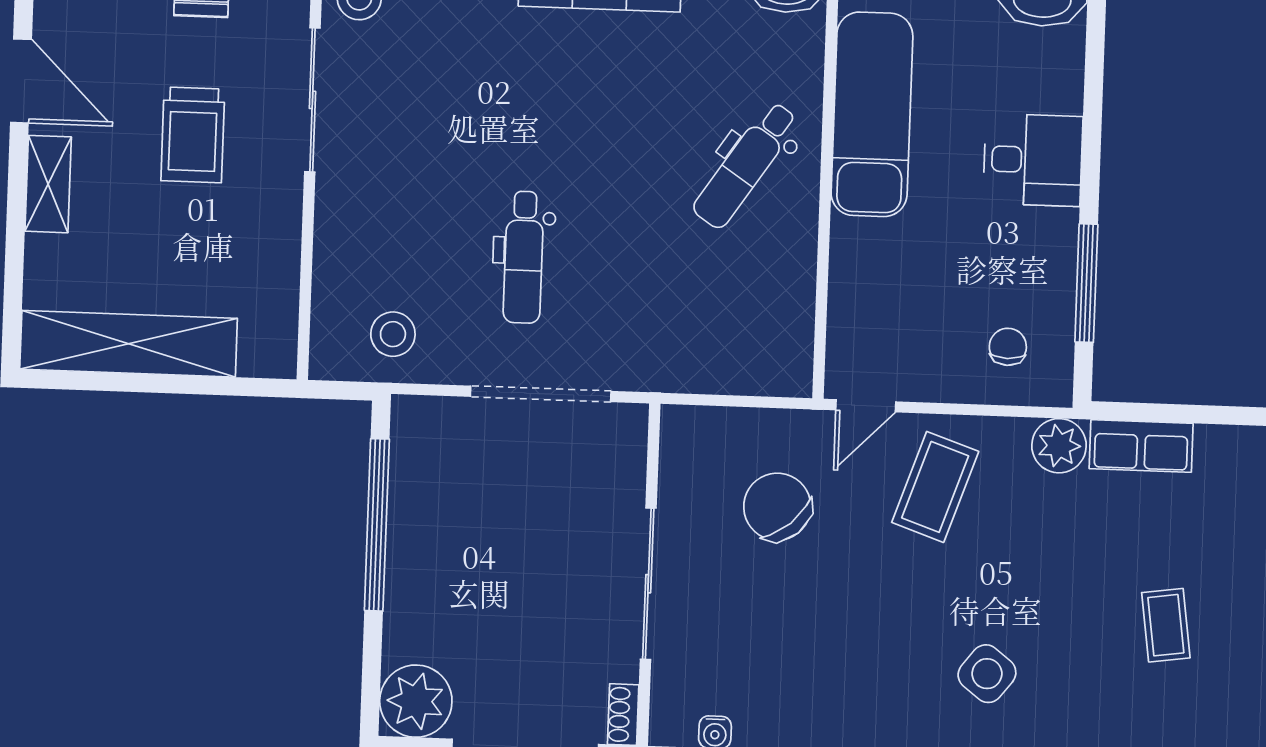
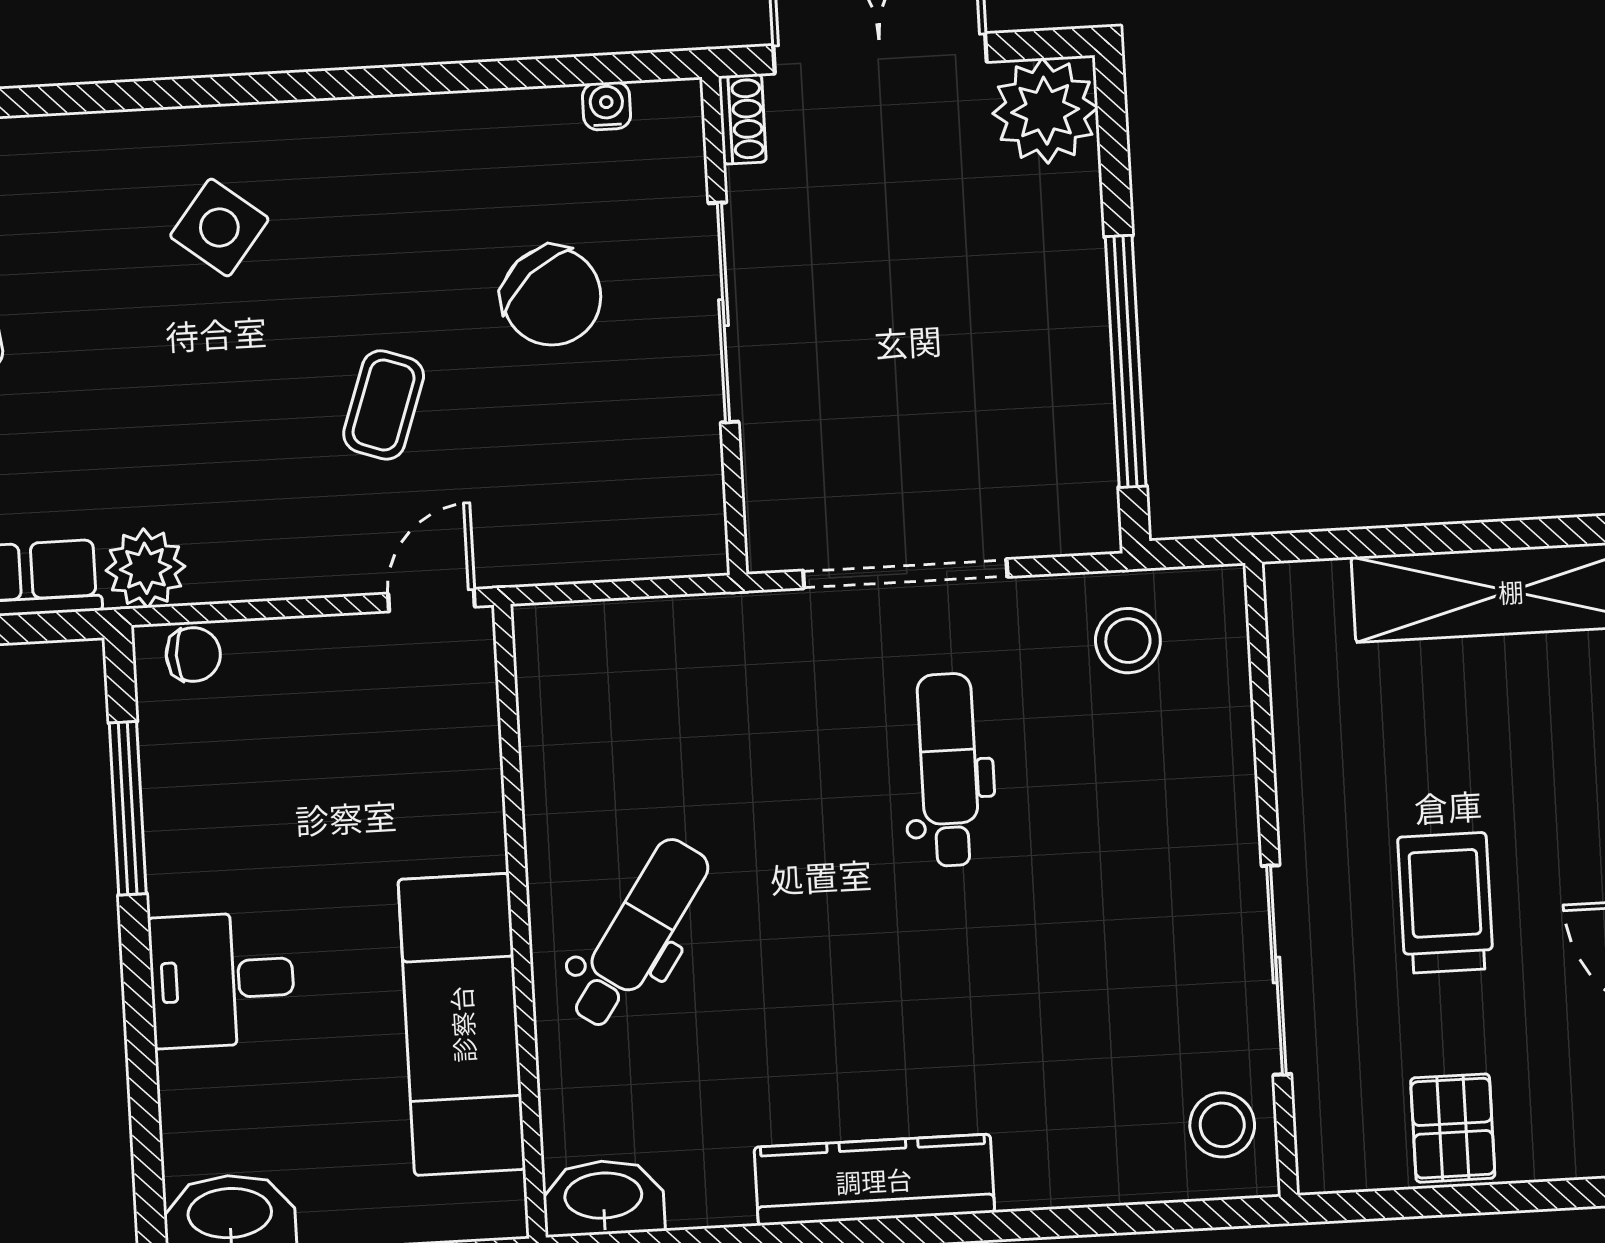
chair: (1008, 347) -> (193, 654), moved, turned -90
coffee table: (935, 487) -> (384, 405), moved, width x0.73, depth x0.77
chair: (777, 507) -> (552, 296), moved

